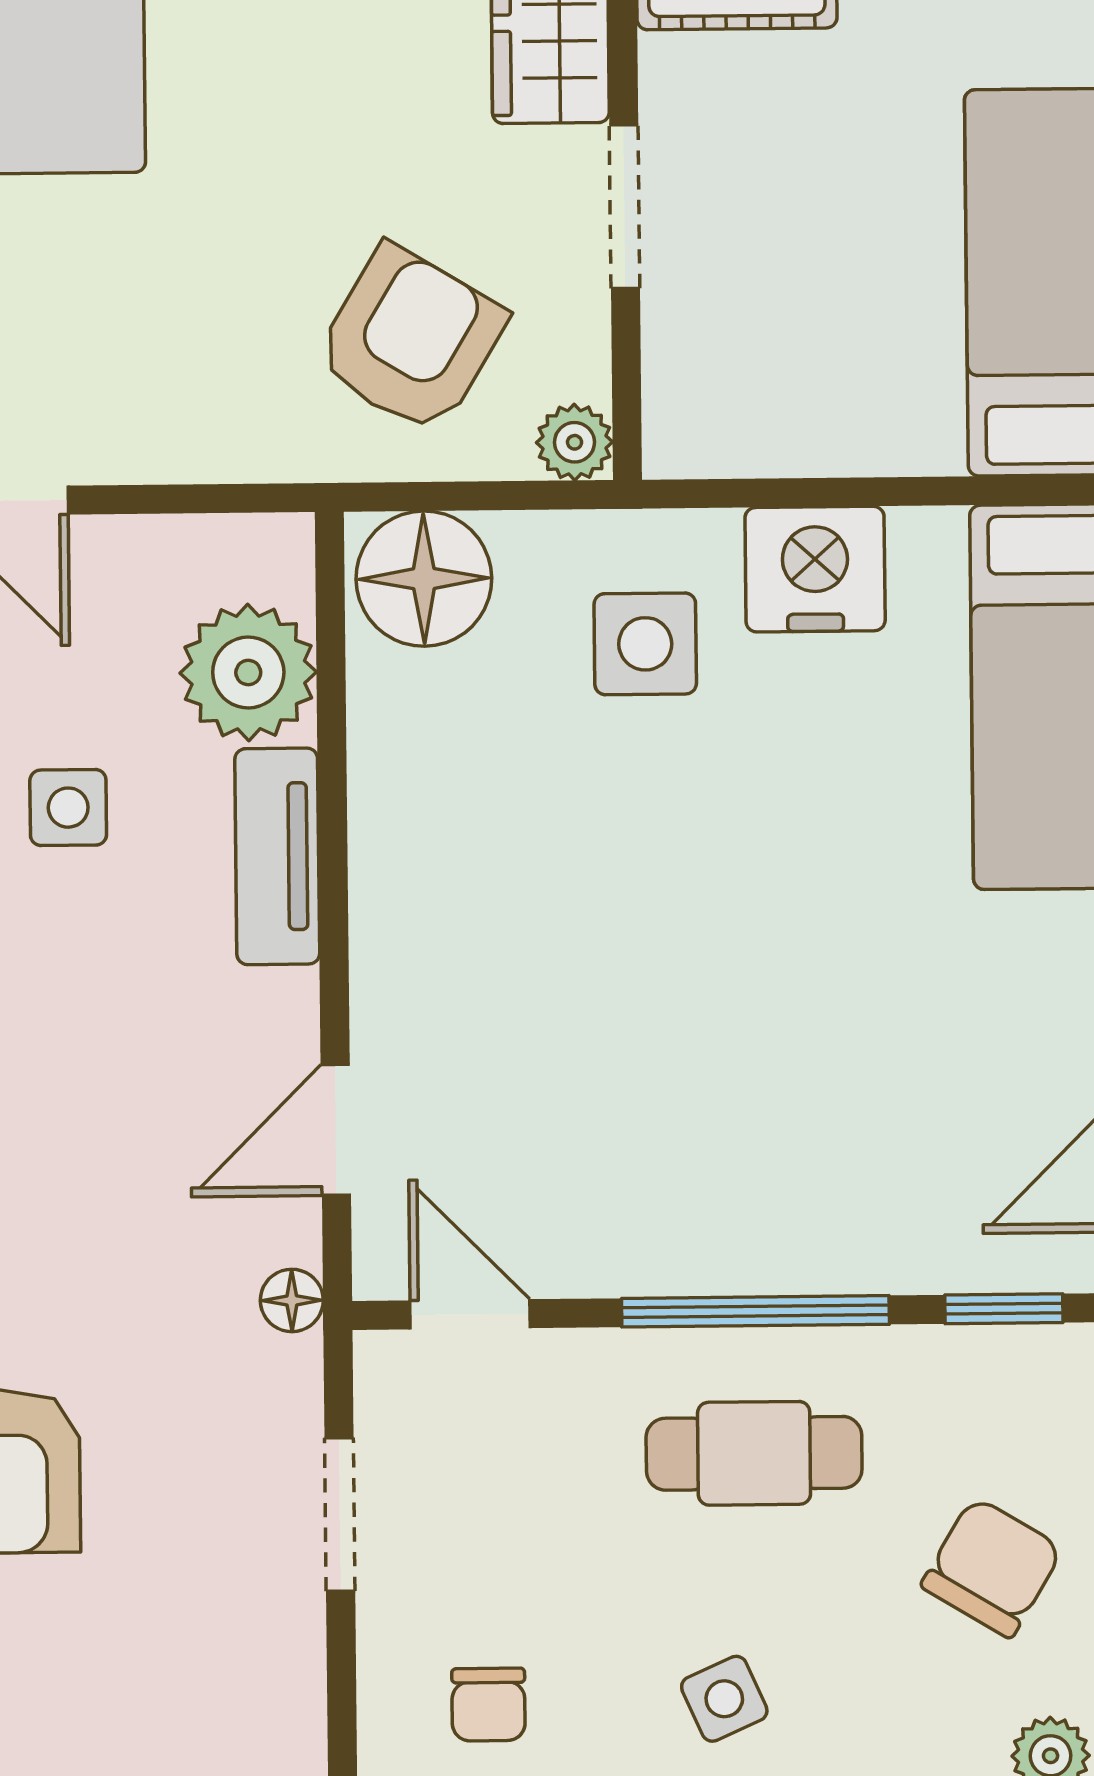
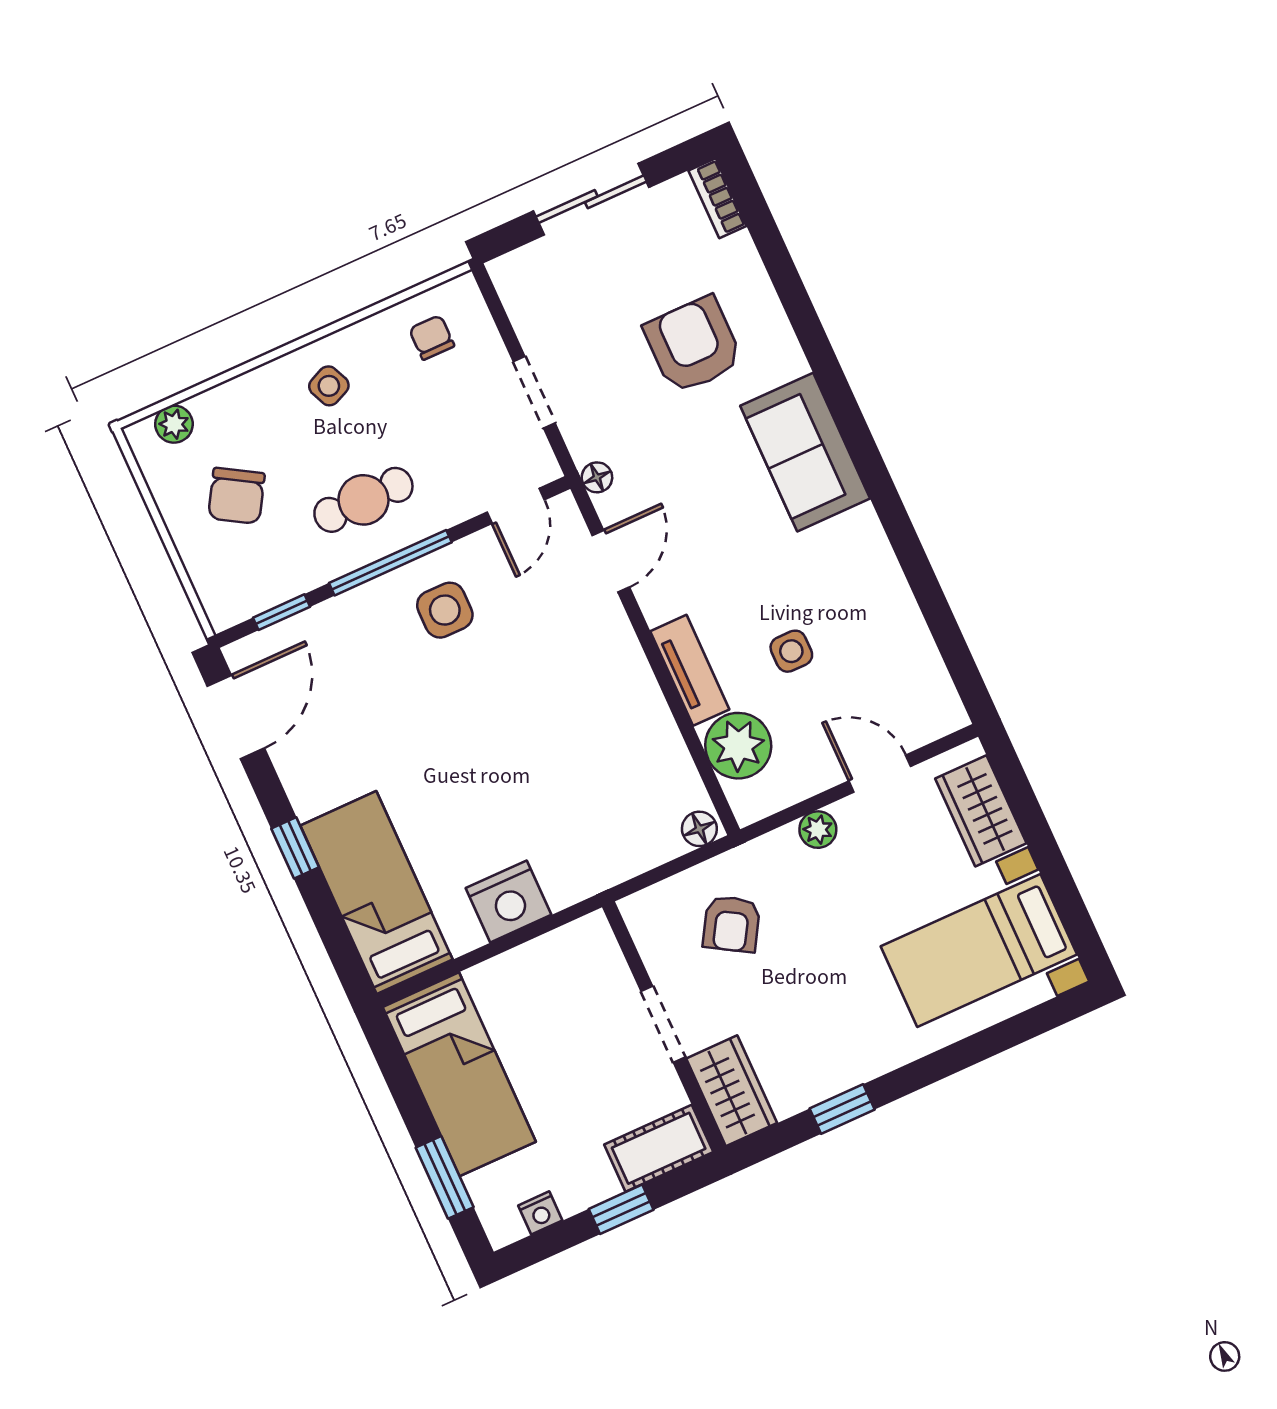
armchair: (410, 340) -> (732, 924), width x0.72, depth x0.72
plant: (575, 442) -> (818, 830), moved
floor lamp: (424, 579) -> (699, 829), width x0.53, depth x0.53
side table: (645, 644) -> (445, 610), moved
door: (470, 1314) -> (516, 506), hinge flipped

